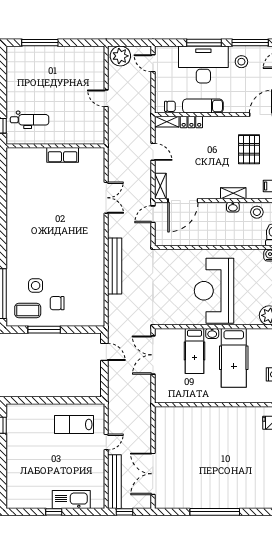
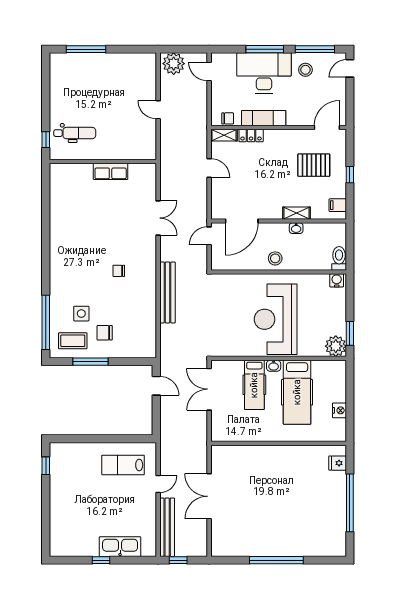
pallet: (249, 149) -> (314, 165), turned 90
shelving: (160, 186) -> (217, 205), removed
stool: (257, 212) -> (275, 258), moved
chair: (70, 246) -> (119, 271), added
double door: (153, 474) -> (209, 496), moved

